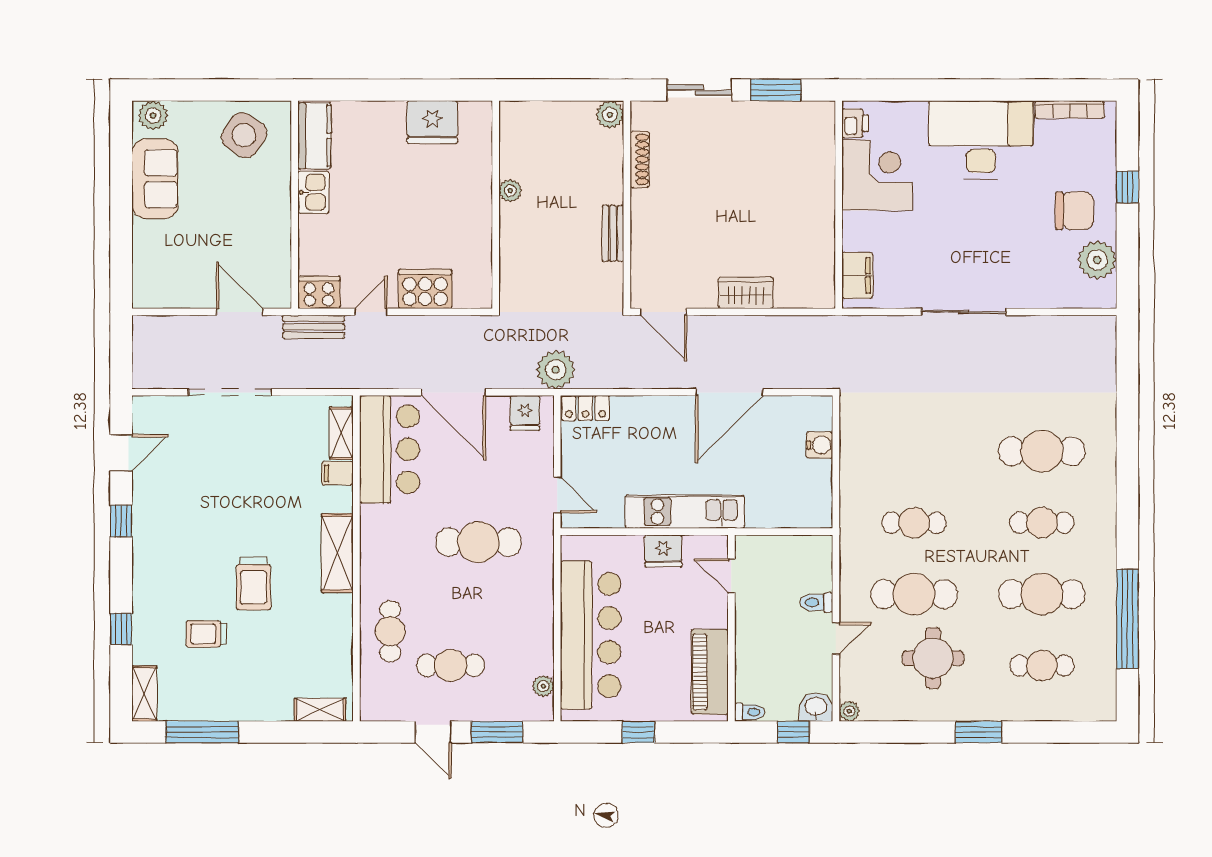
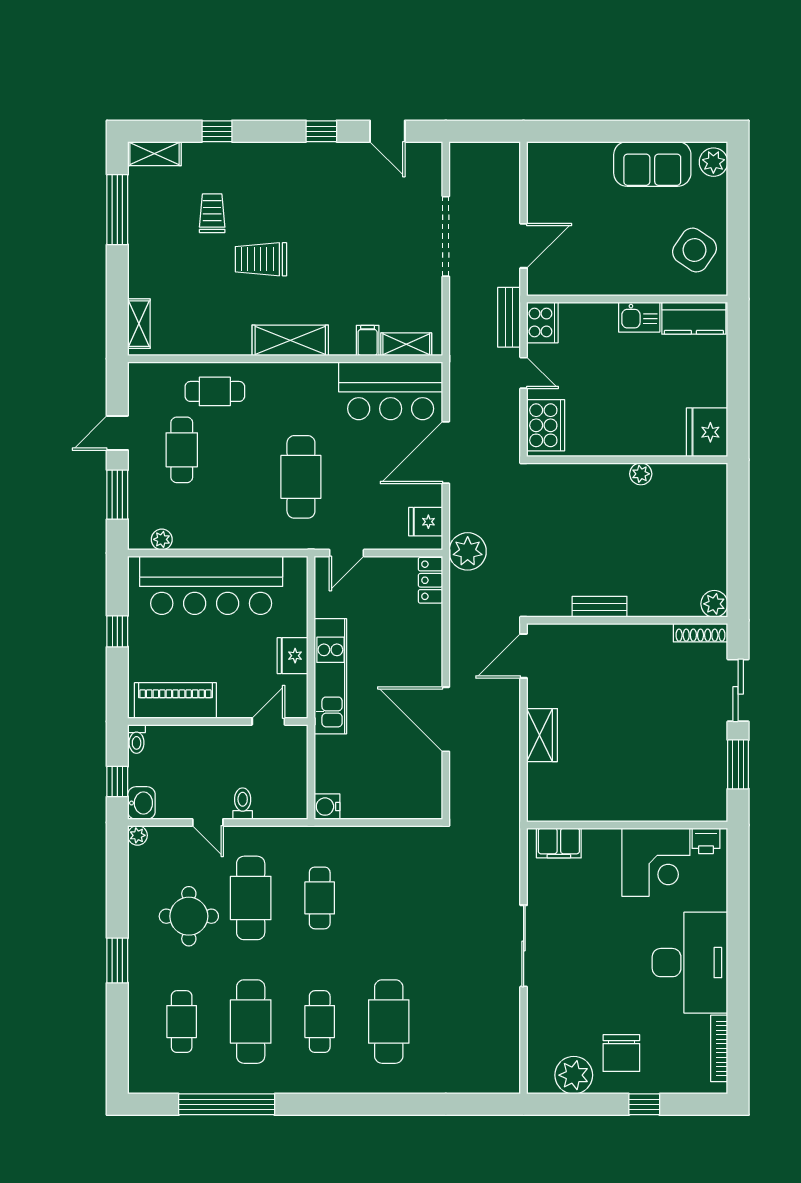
shoe rack: (640, 159) -> (701, 633), moved
plant: (510, 191) -> (641, 474), moved
wall: (496, 205) -> (627, 460), moved
water cooler: (820, 445) -> (327, 807), moved, turned 90

